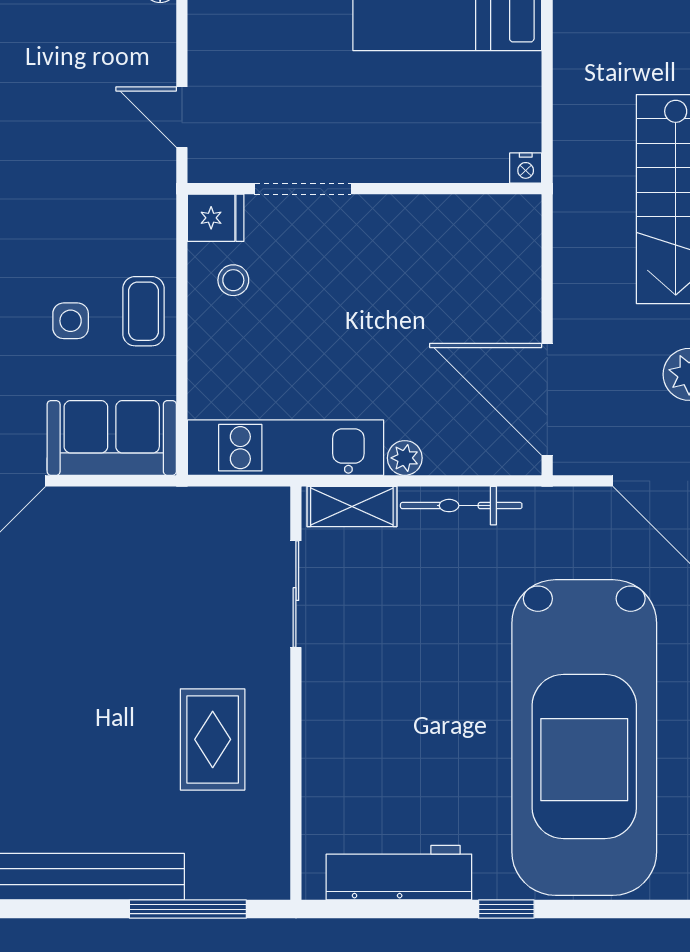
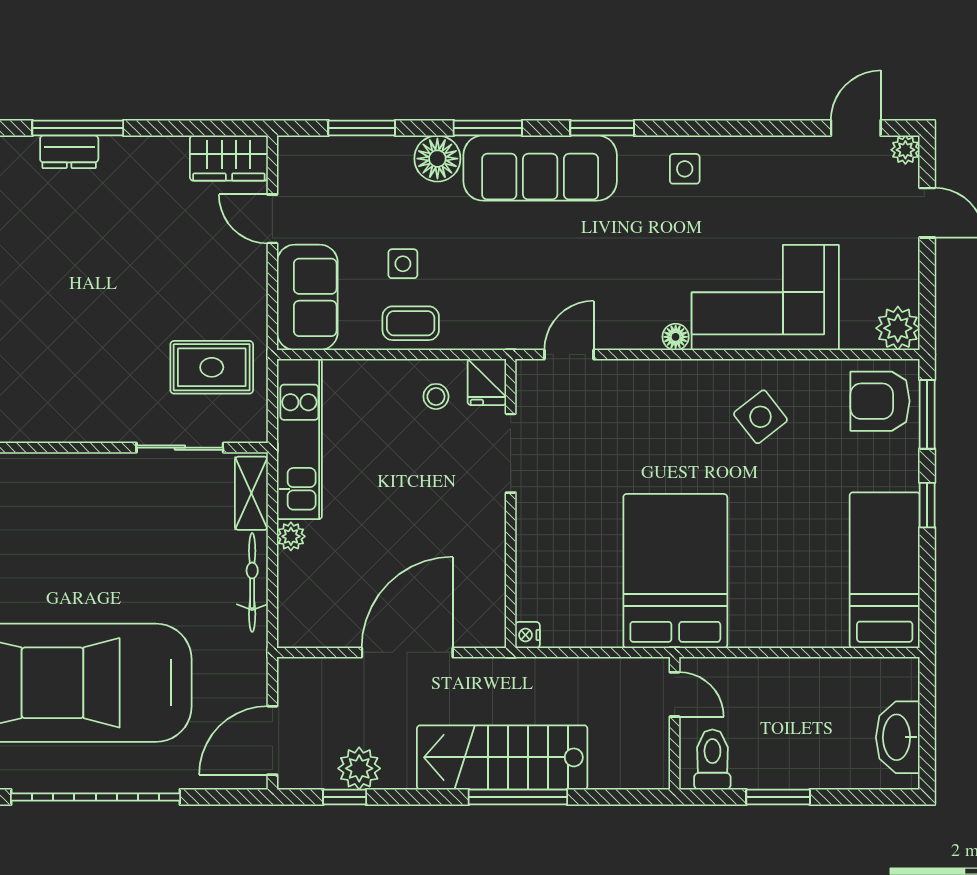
door: (547, 399) -> (407, 652), moved
rug: (213, 739) -> (212, 367), moved

